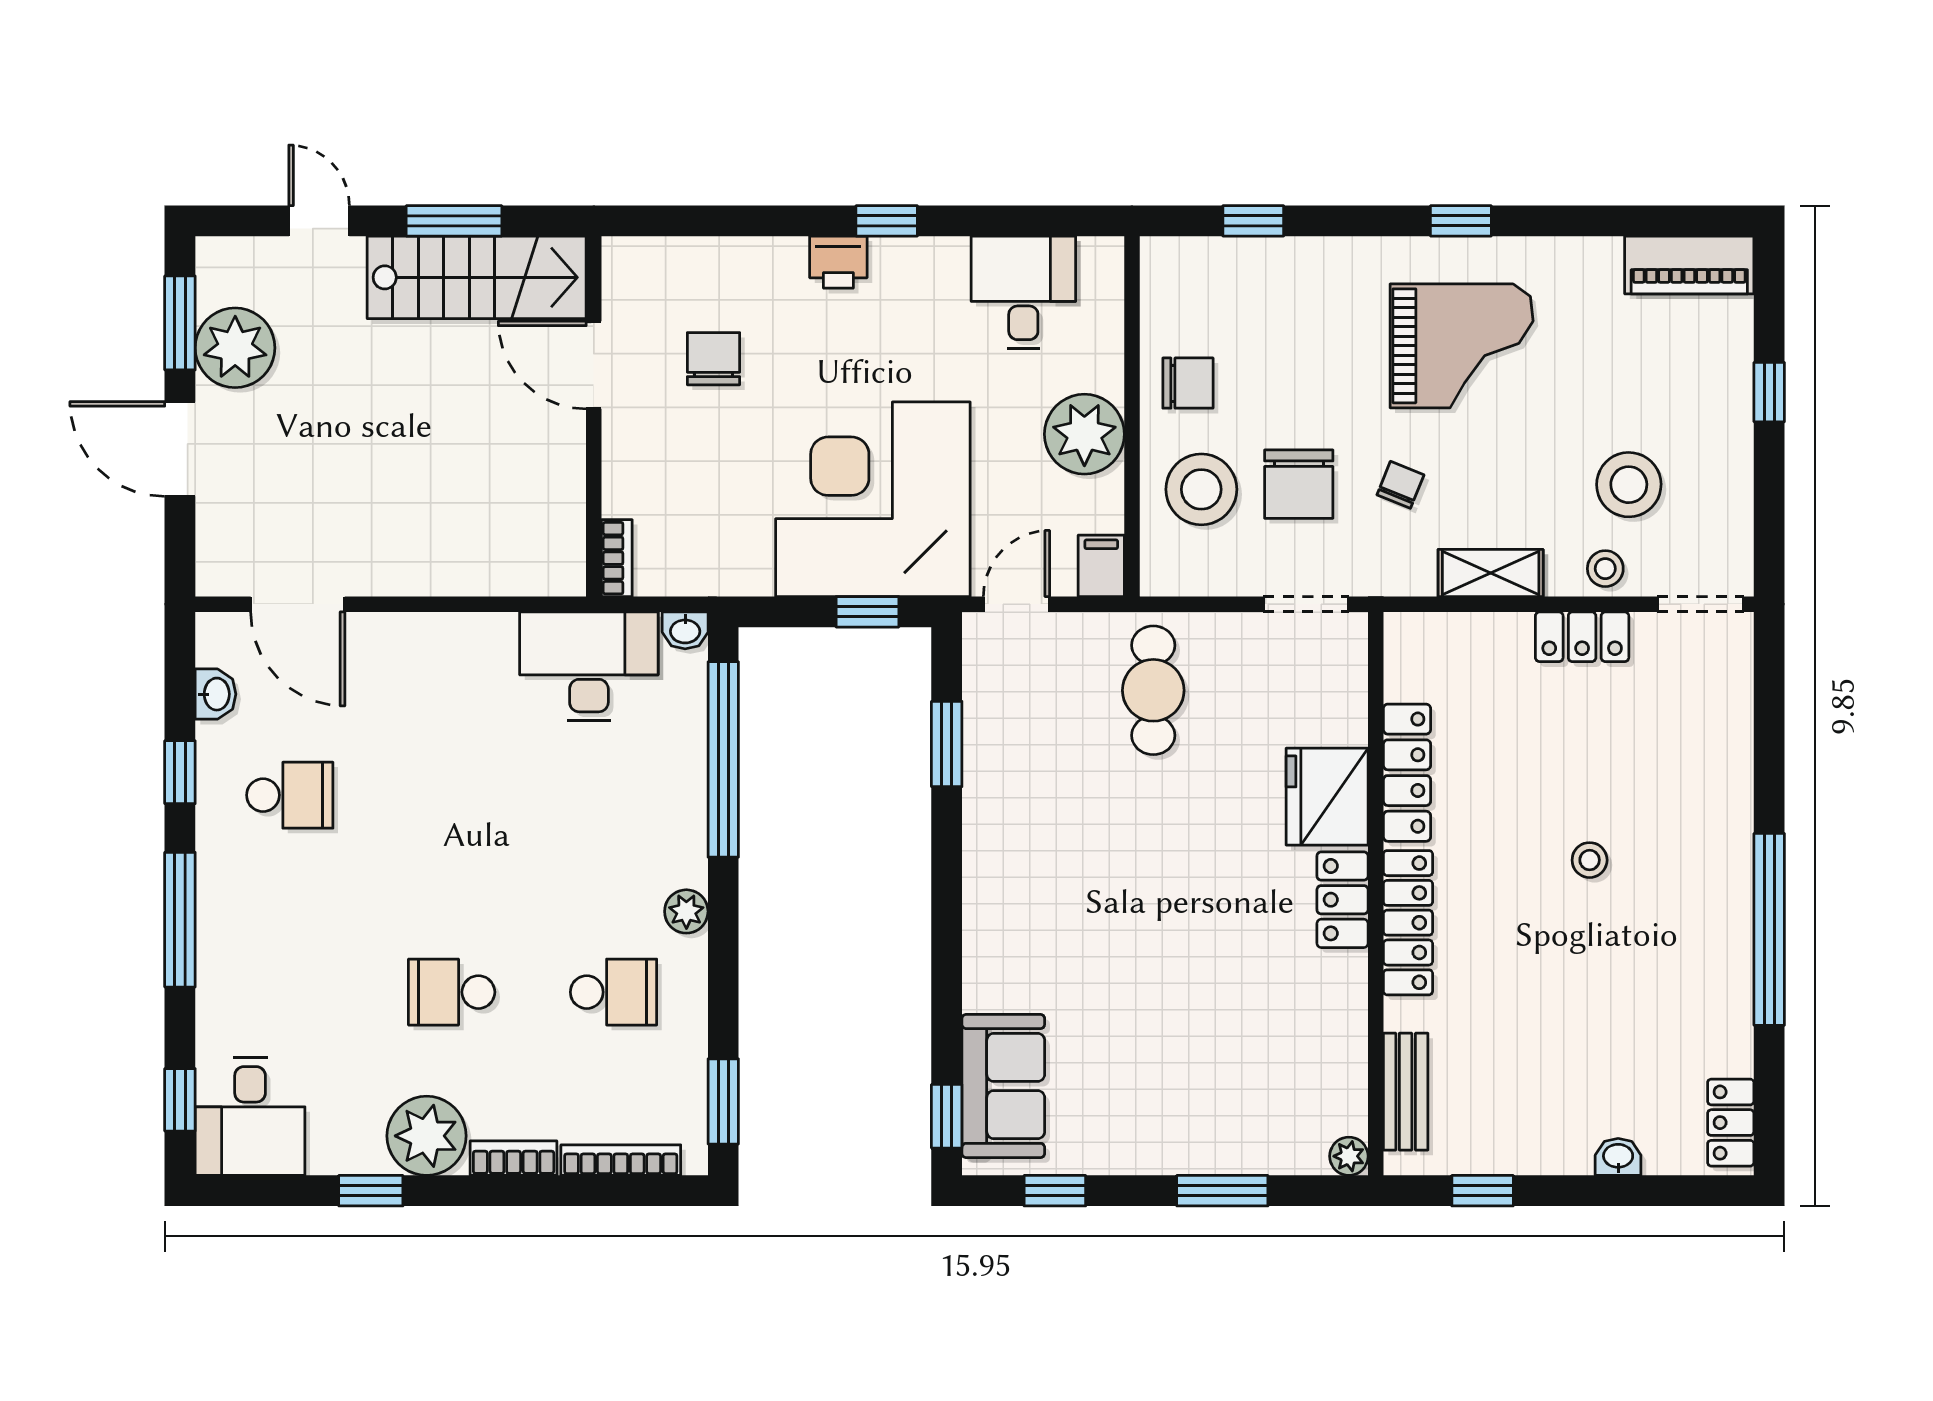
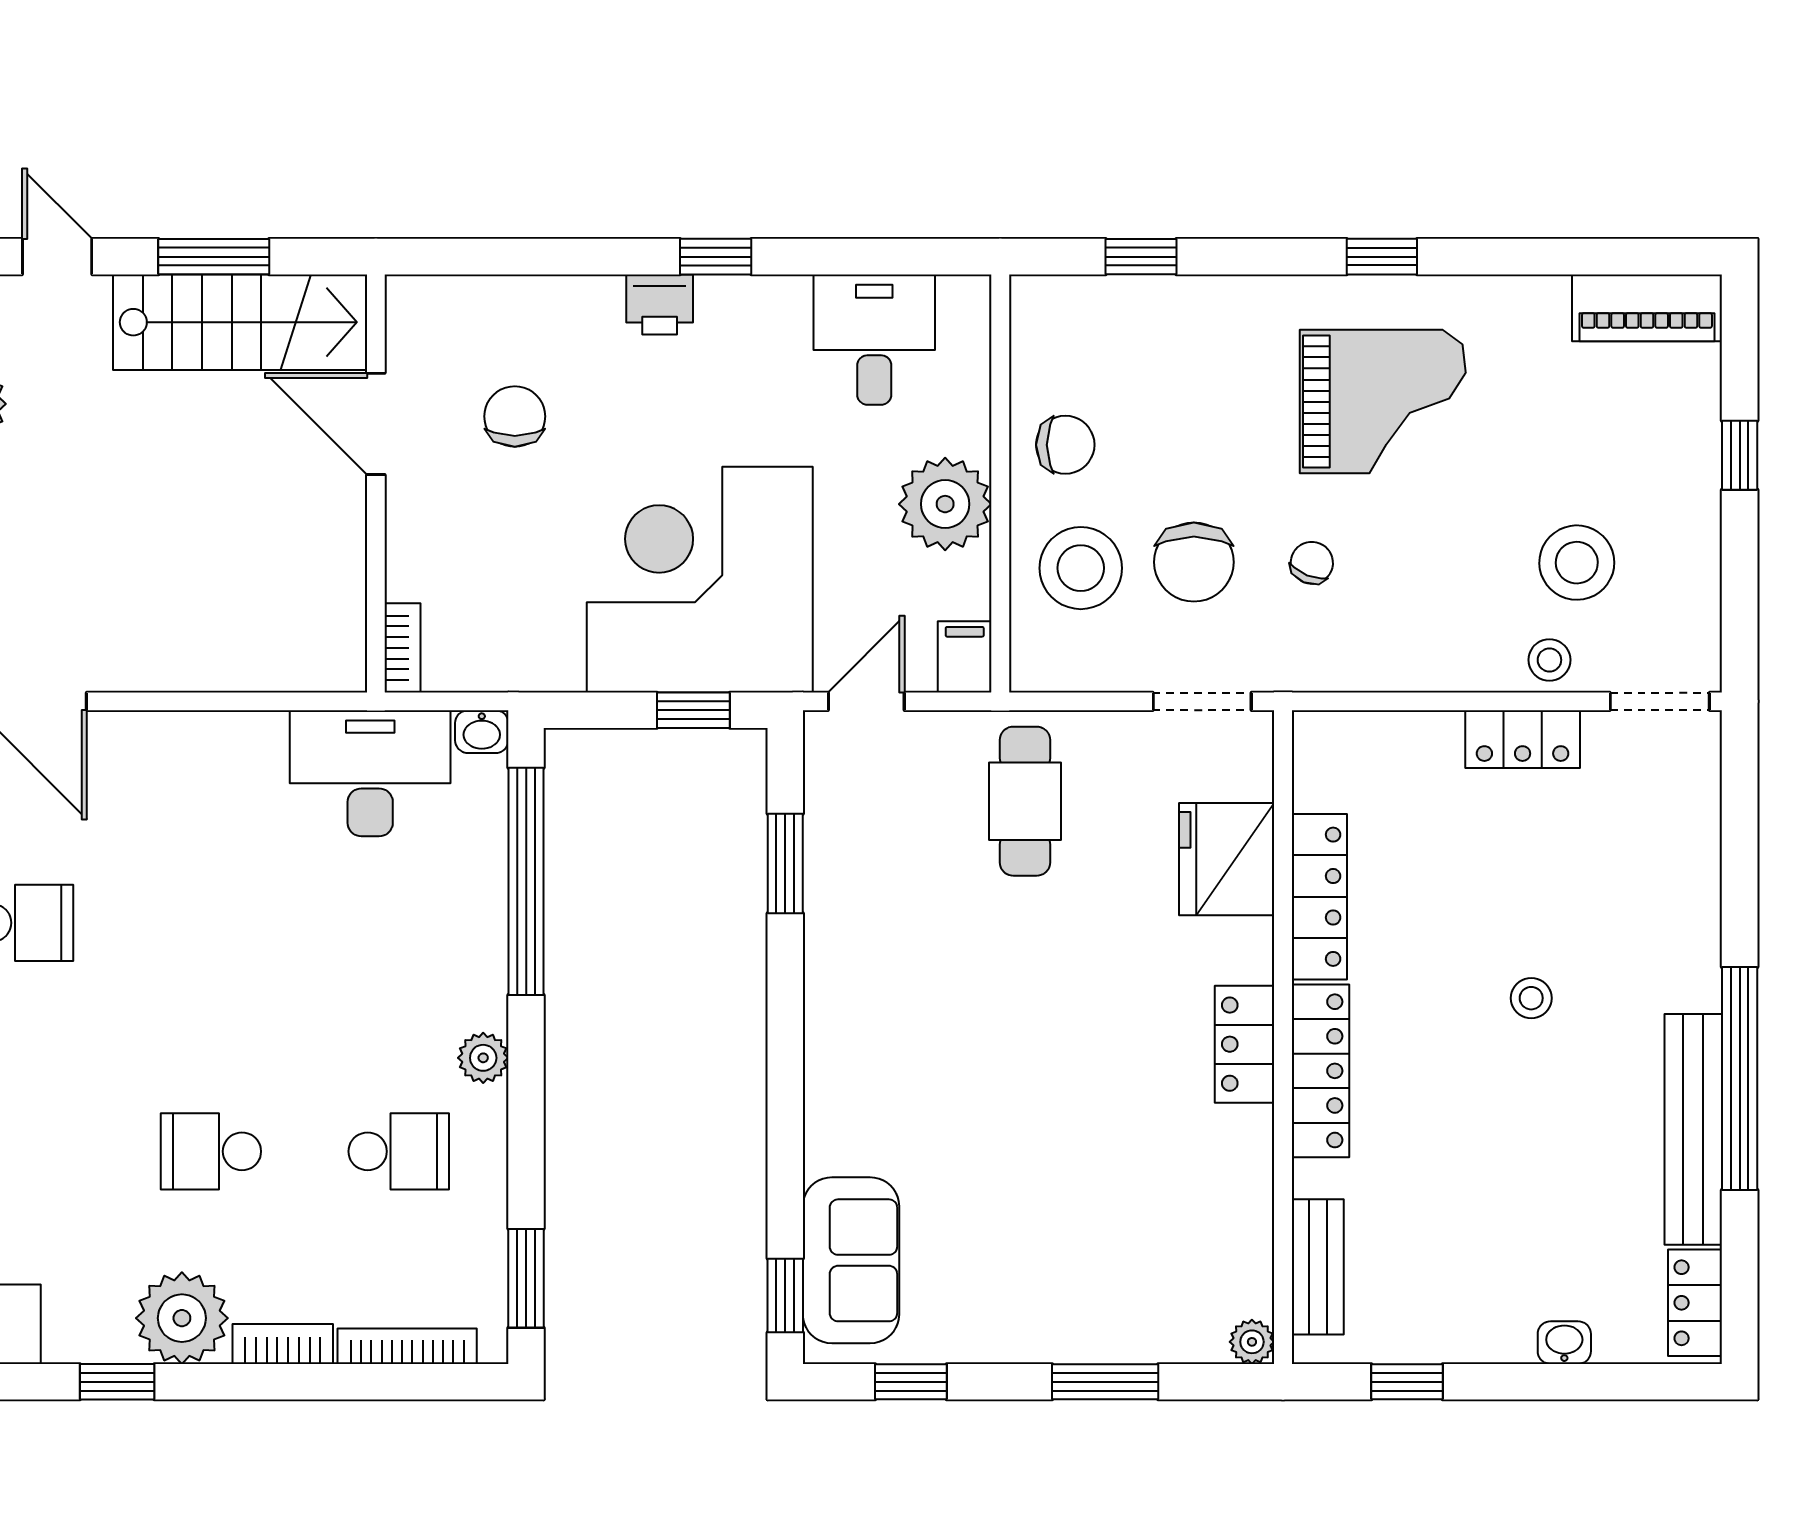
shelving: (1491, 573) -> (1416, 665), removed
fridge: (1327, 797) -> (1227, 859), moved
bench: (1729, 973) -> (1693, 1129), added

